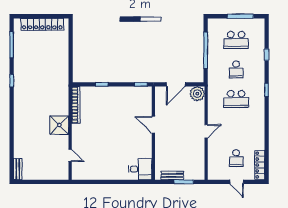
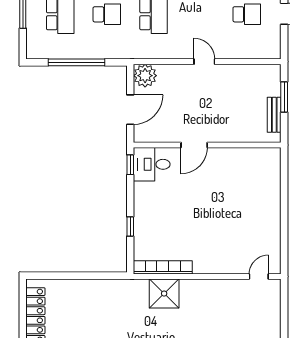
door: (176, 84) -> (130, 110), hinge flipped
shower: (59, 125) -> (164, 294), moved
door: (70, 155) -> (259, 276), moved
desk: (140, 169) -> (152, 164), moved, turned -90

